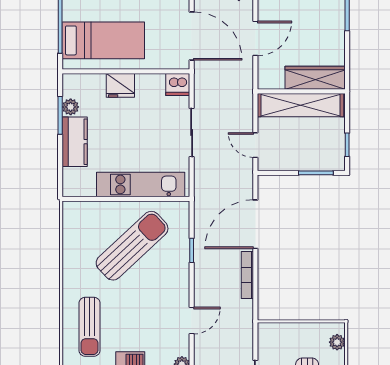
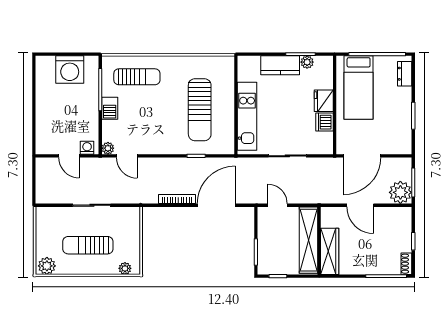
dishwasher: (178, 84) -> (324, 122), moved
door: (255, 145) -> (278, 205), hinge flipped
door: (255, 224) -> (216, 205), hinge flipped
sun lounger: (132, 246) -> (200, 110), turned 43
door: (192, 321) -> (127, 156), moved
sun lounger: (90, 327) -> (137, 77), turned 180

